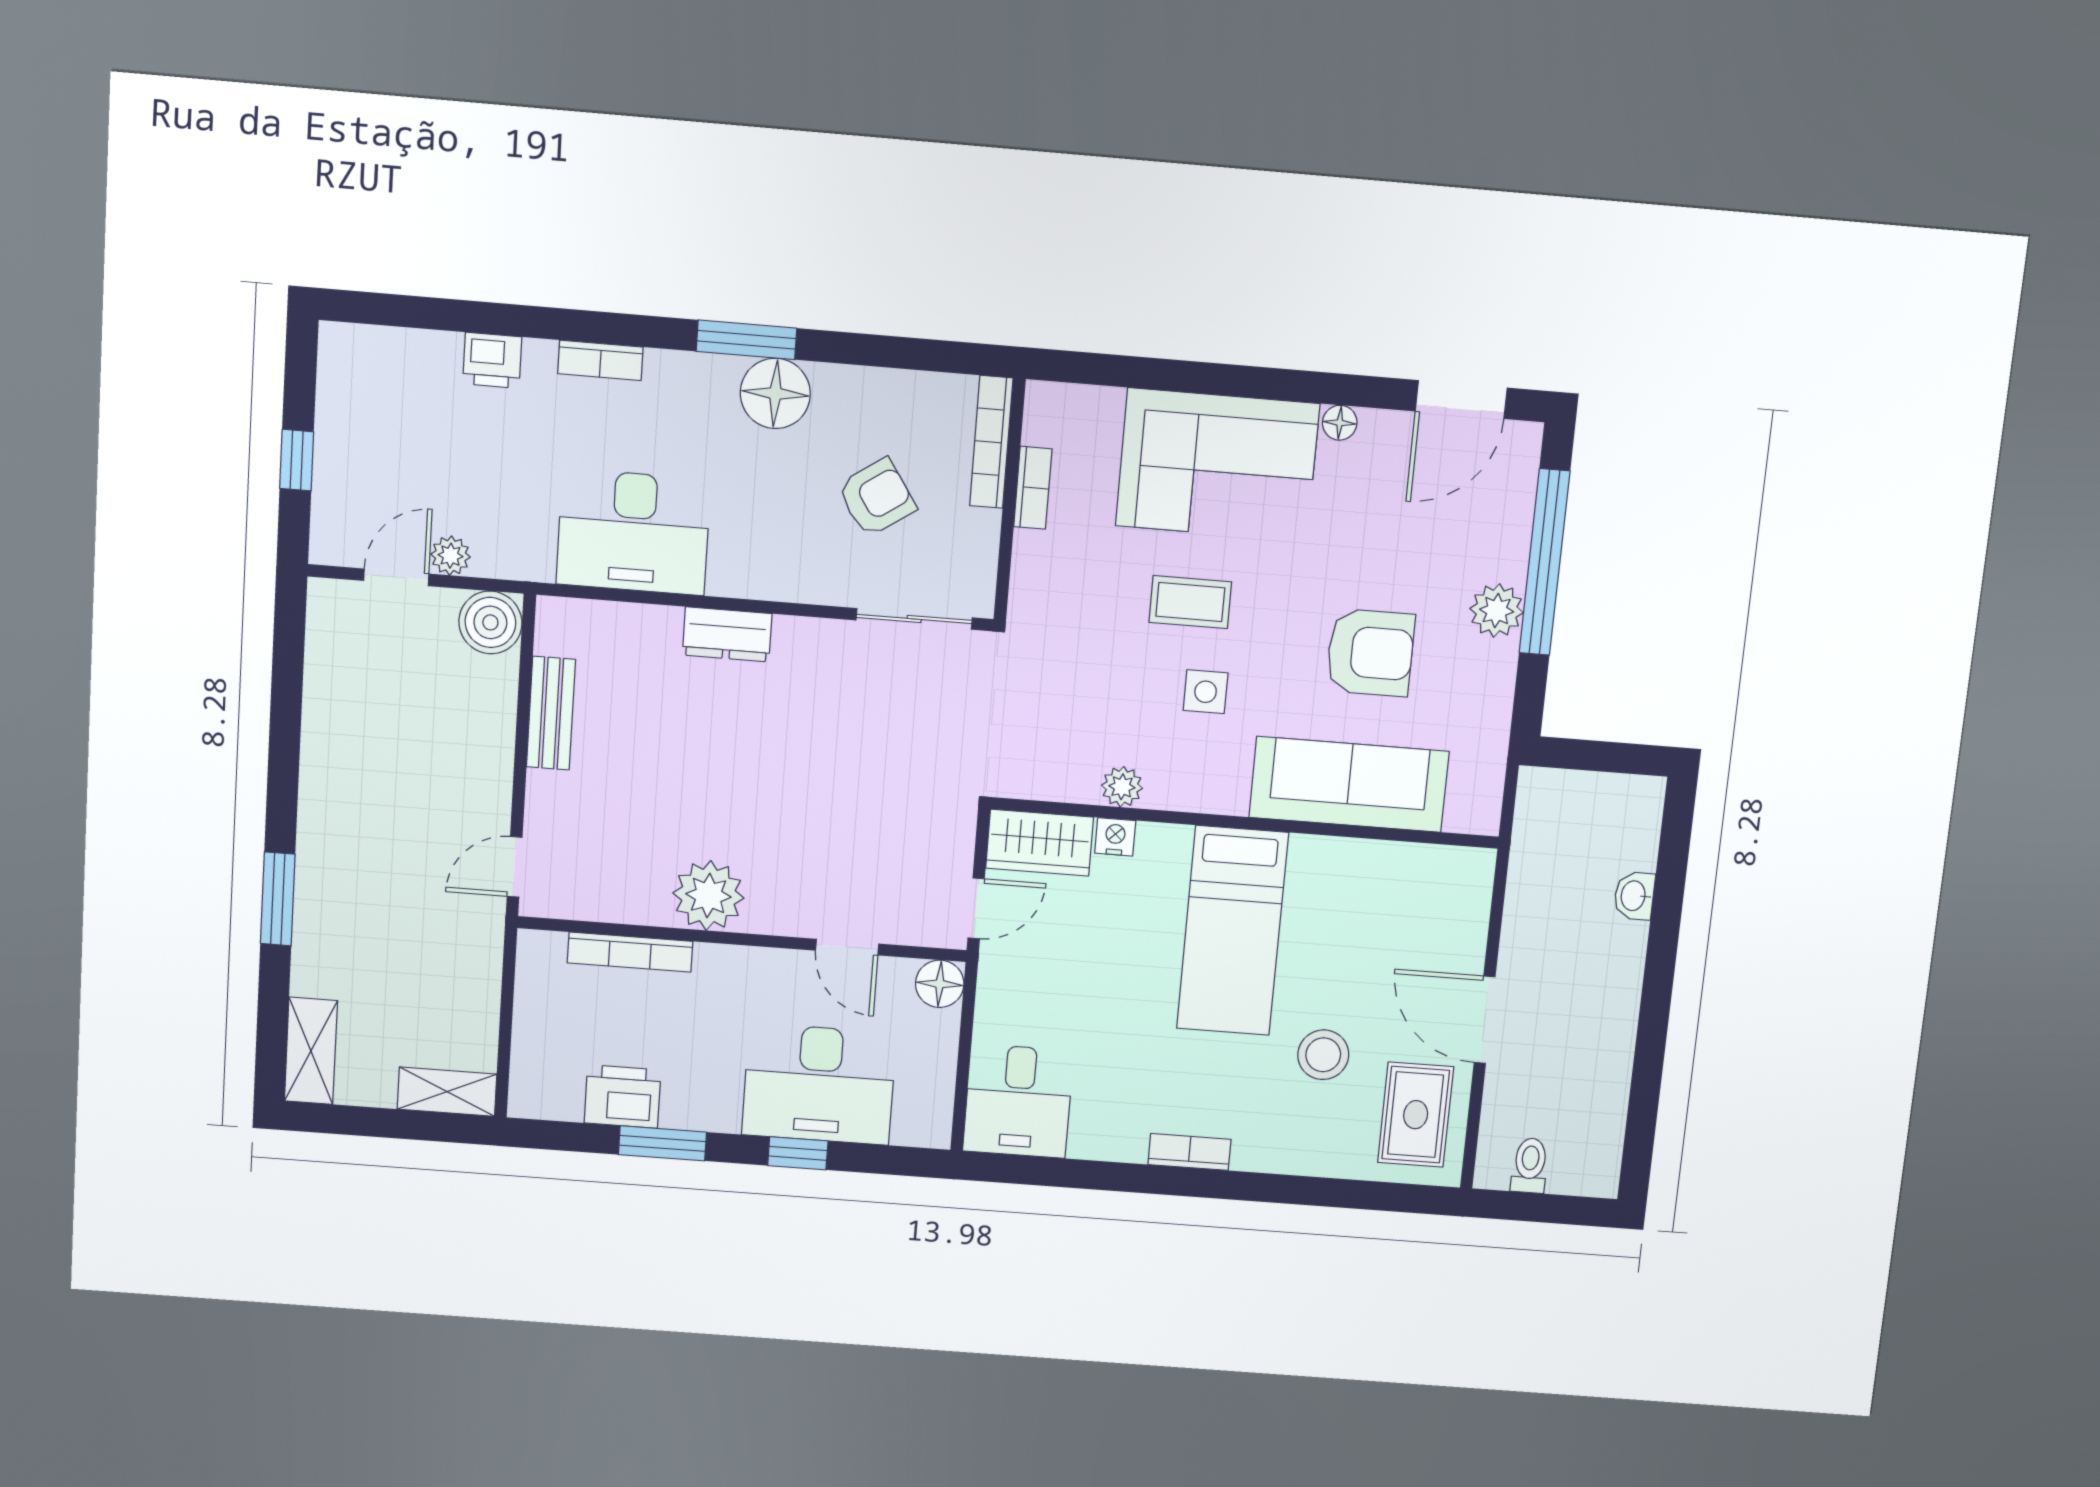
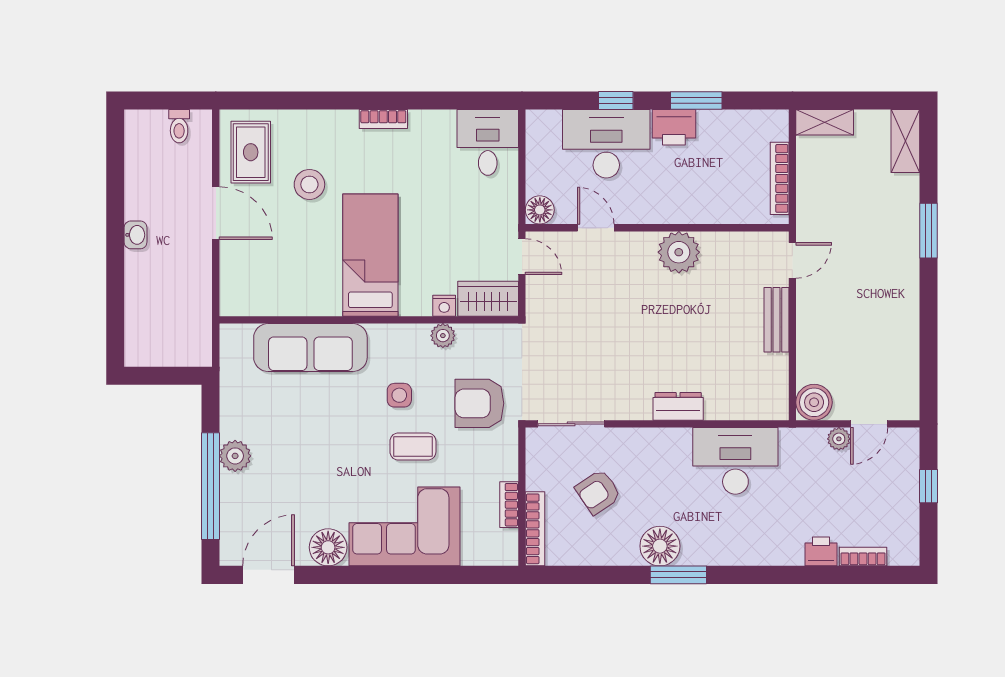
bookcase: (600, 360) -> (863, 557), moved
floor lamp: (1340, 423) -> (328, 547), width x1.89, depth x1.89
armchair: (1370, 653) -> (479, 403), moved
bench: (551, 713) -> (776, 320), moved
washbasin: (1634, 896) -> (136, 235), moved
door: (976, 908) -> (522, 257), swing flipped
bookcase: (630, 952) -> (780, 178), moved, turned -90
printer: (623, 1096) -> (674, 127), moved

